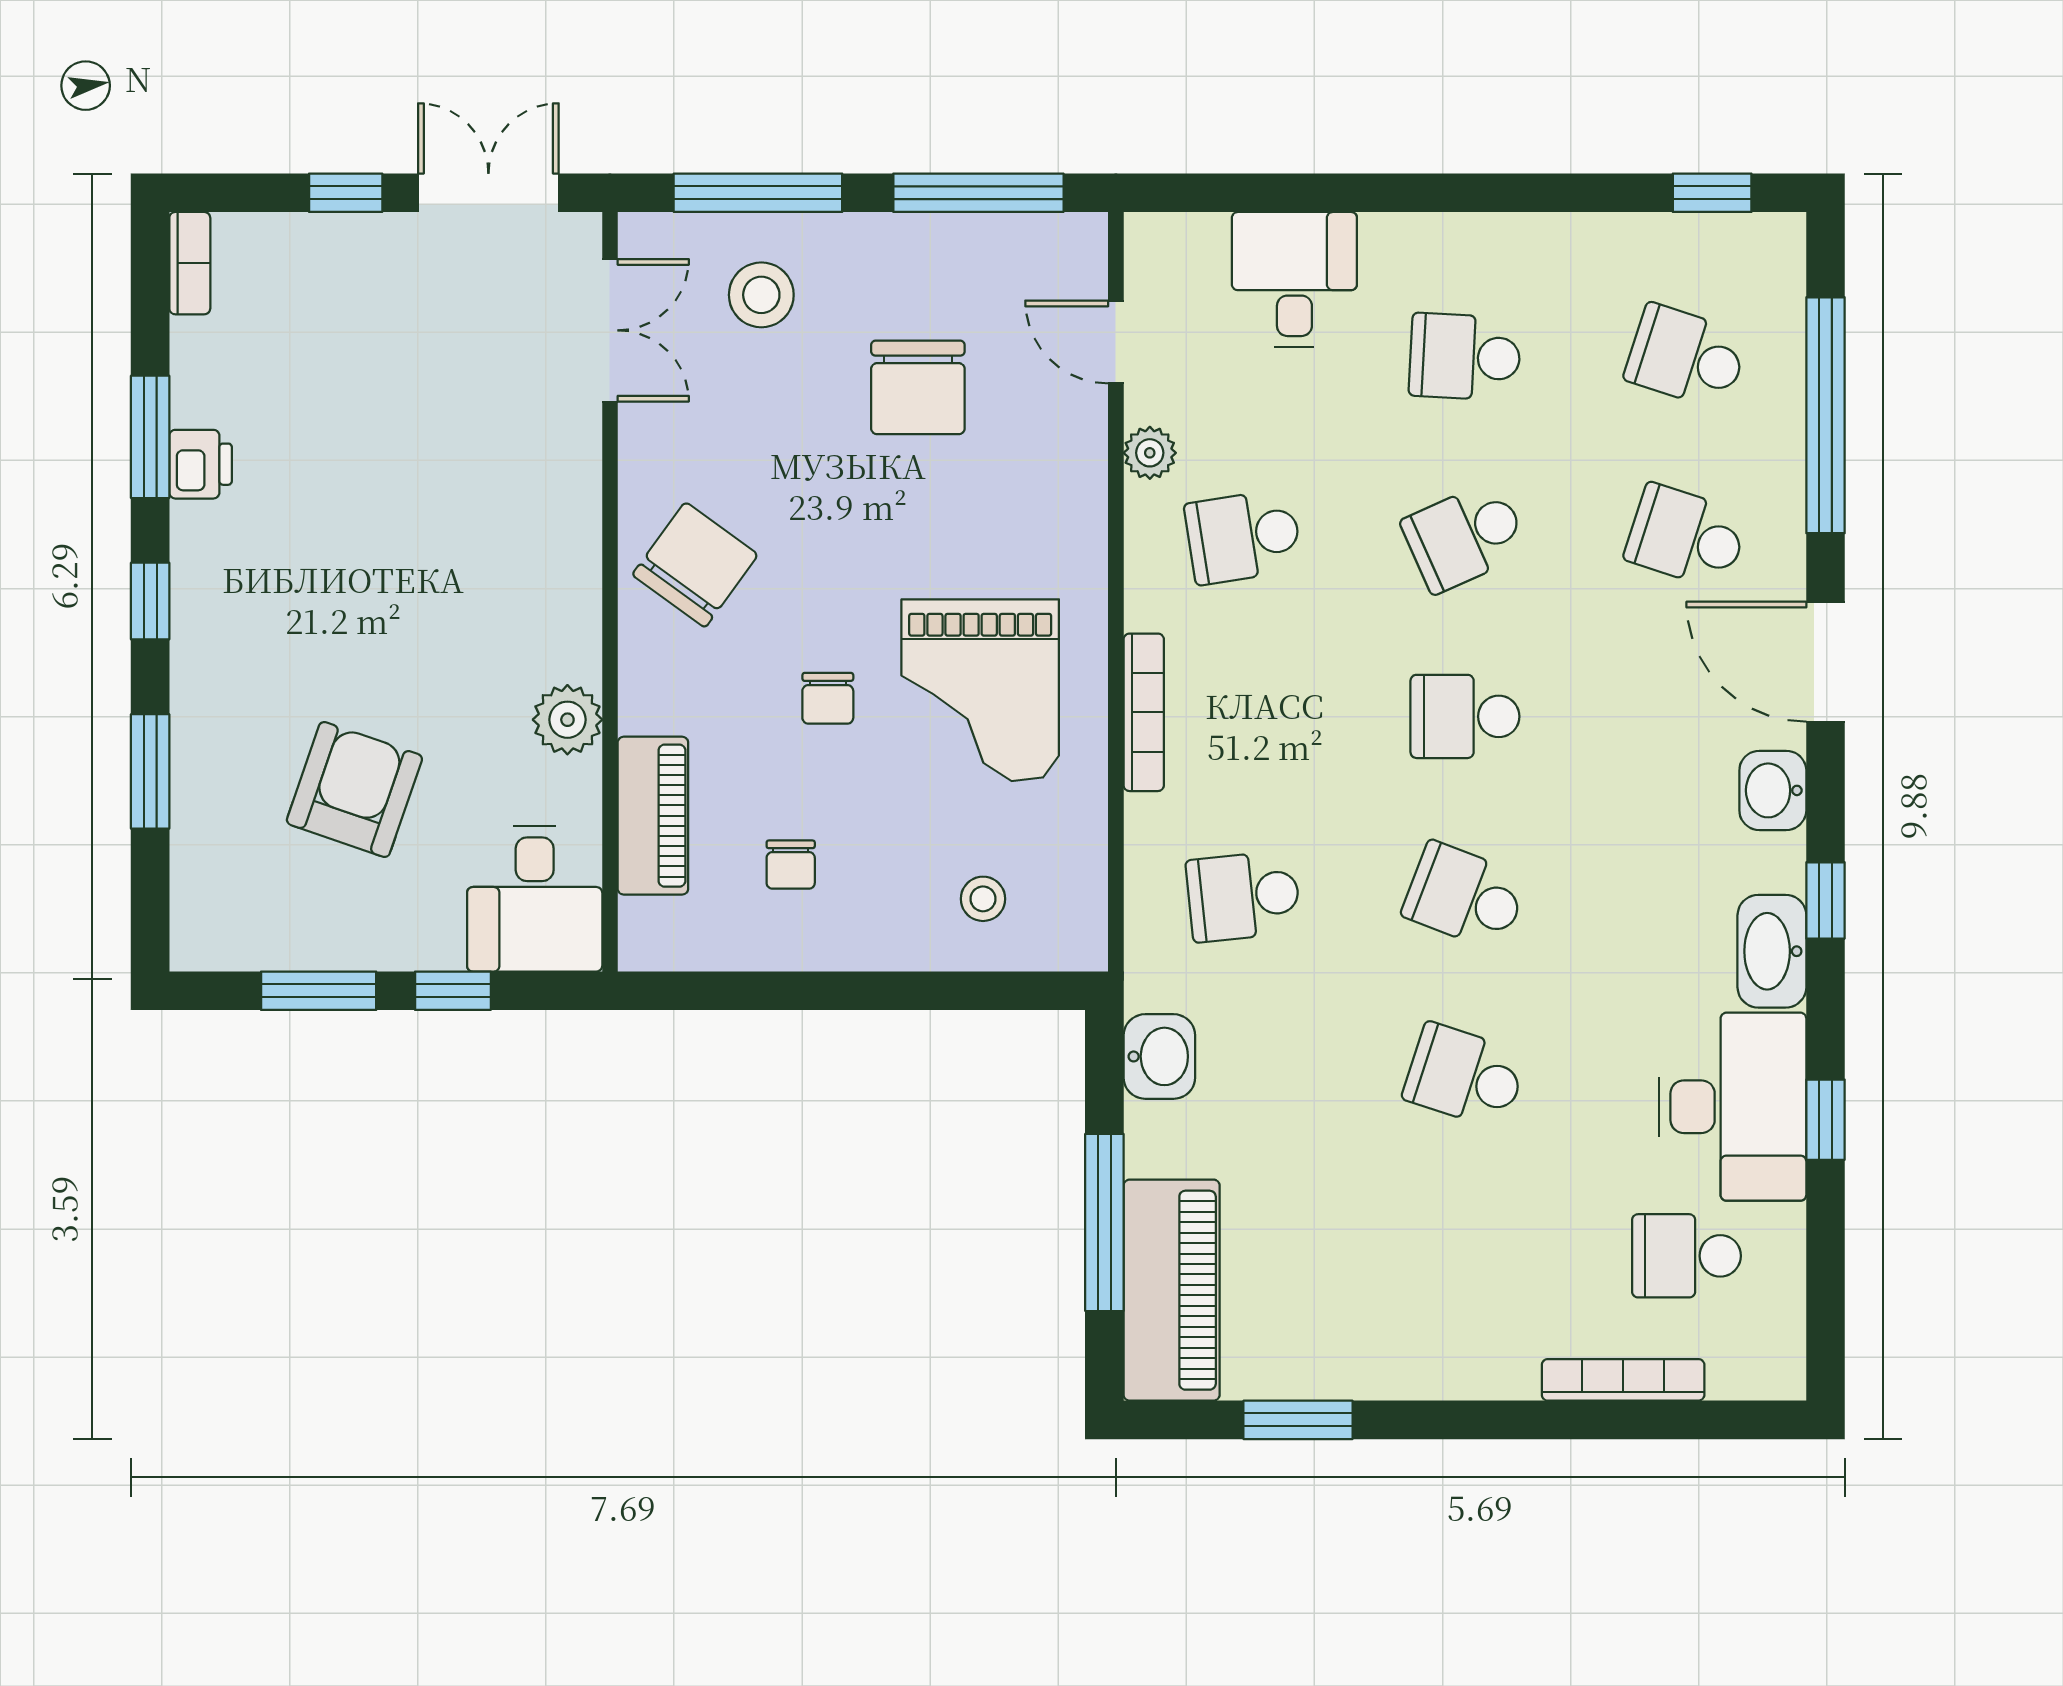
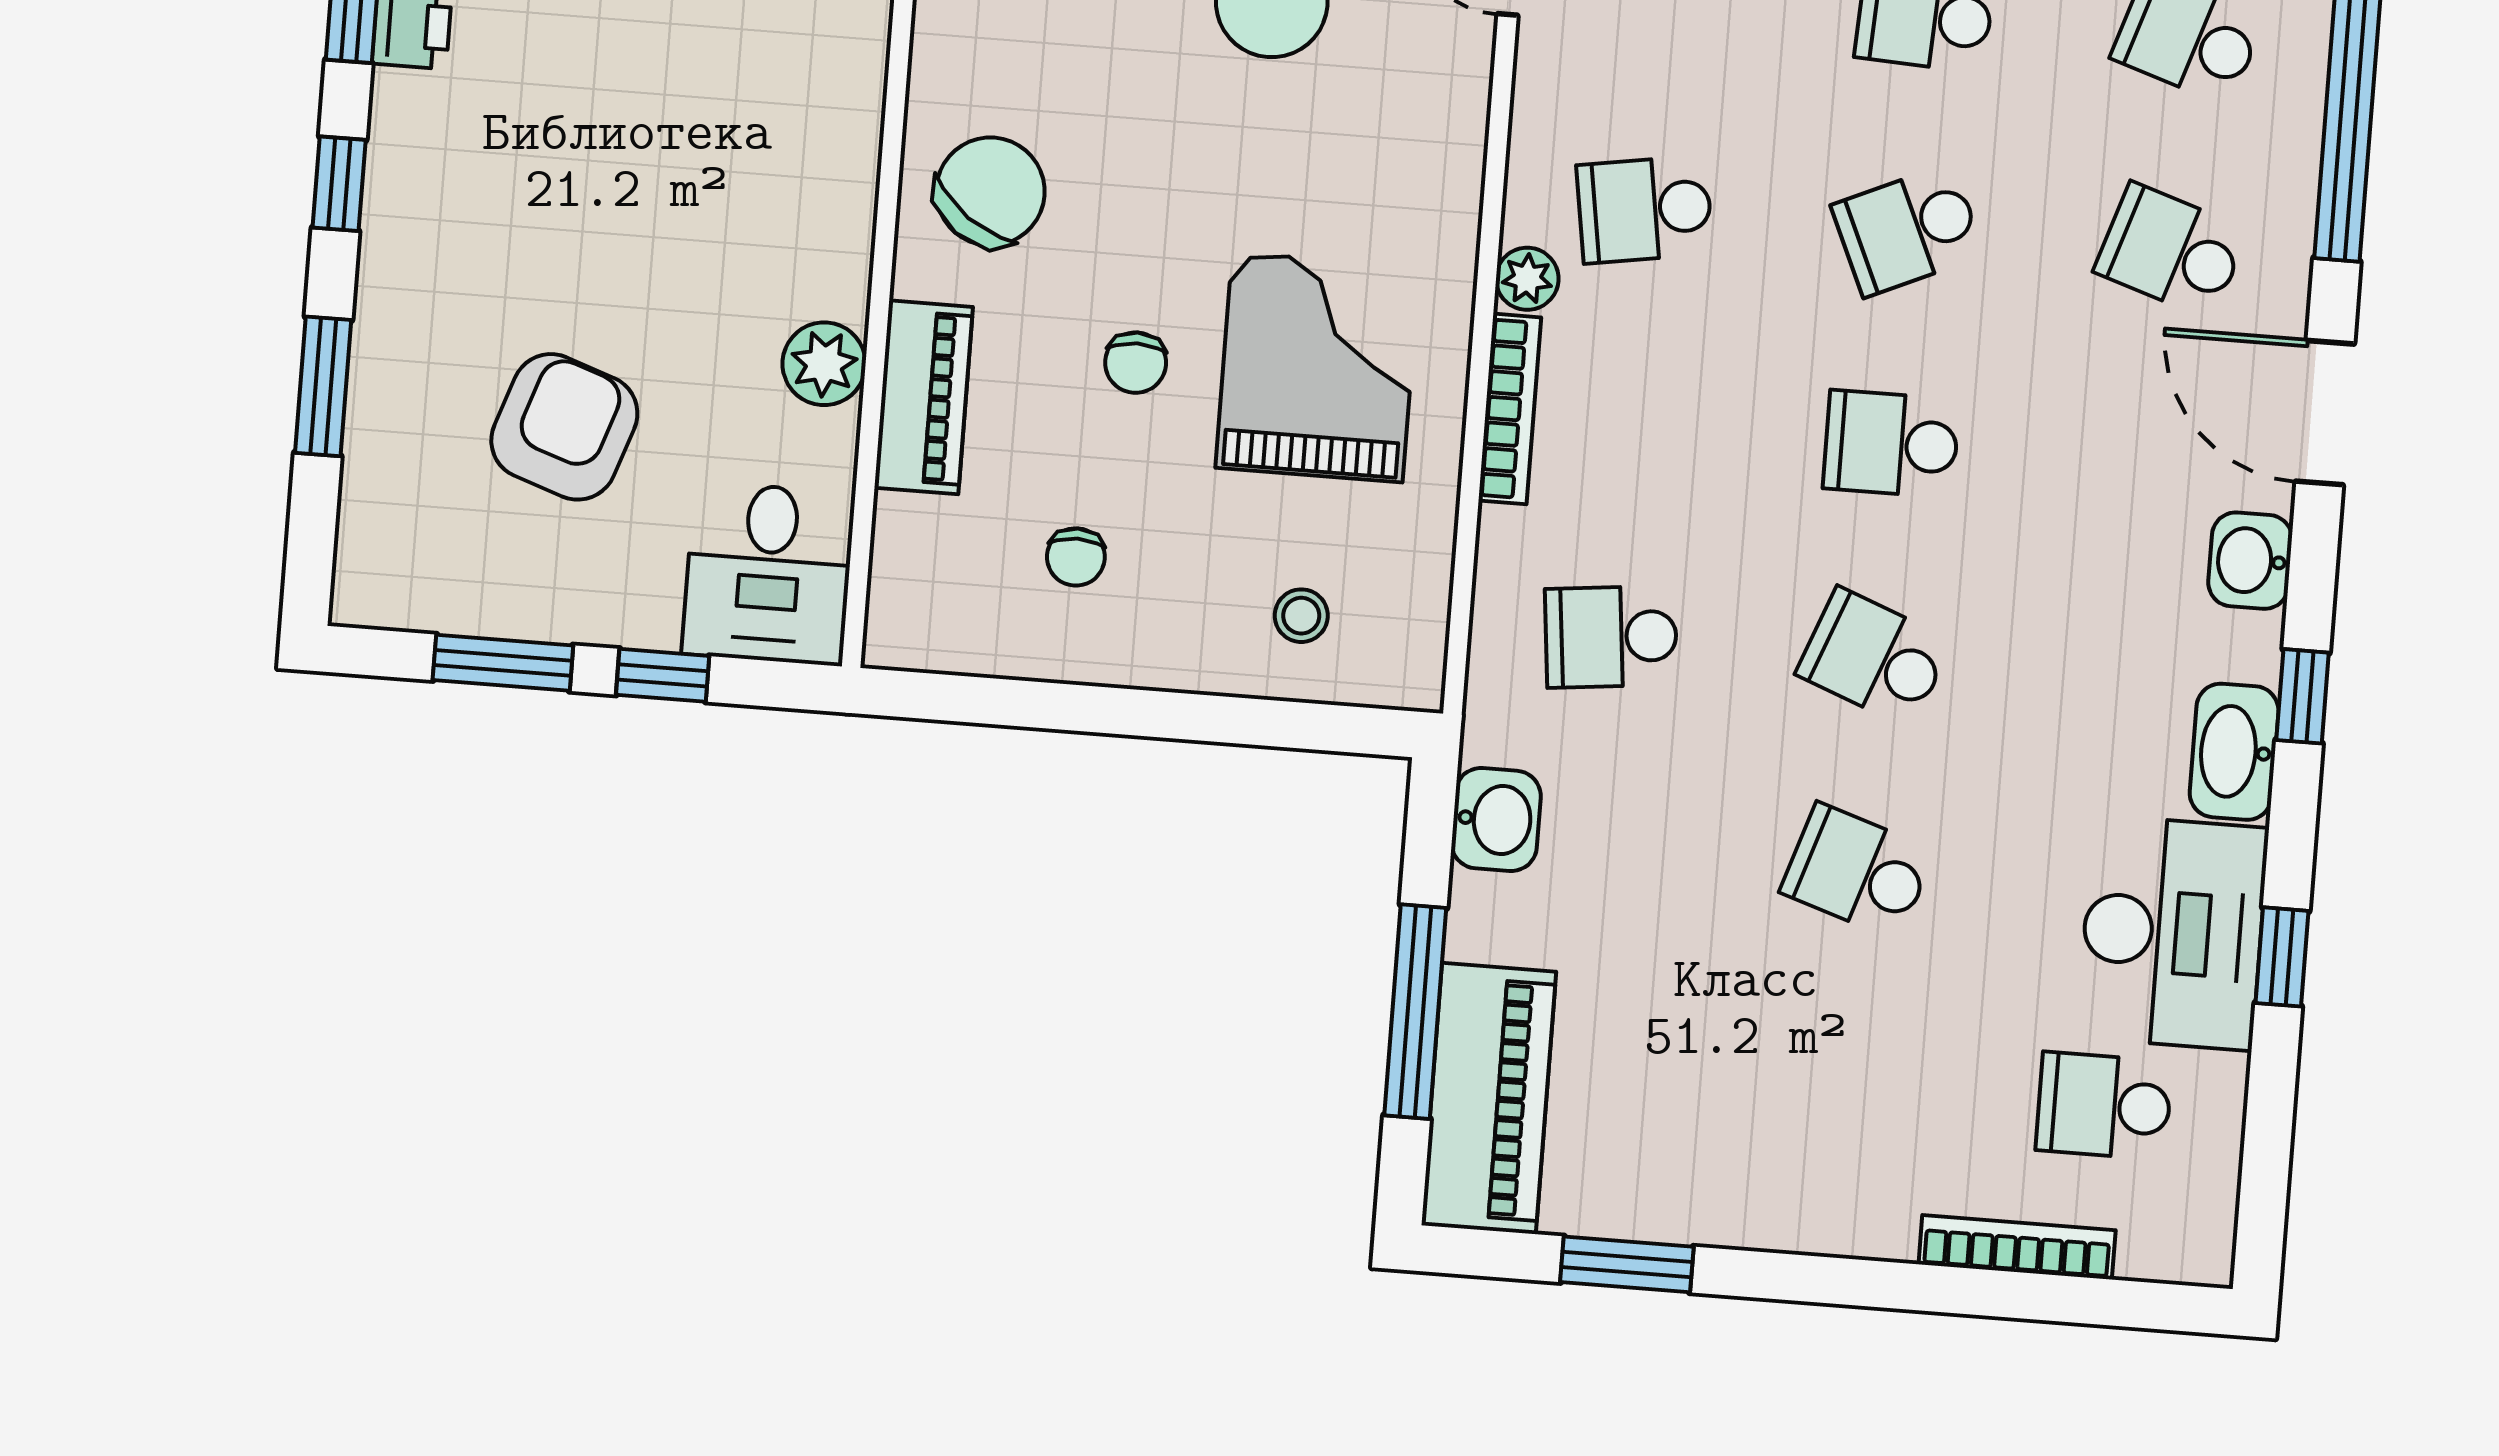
plant: (1150, 453) -> (1527, 279), moved
grand piano: (980, 690) -> (1317, 367), turned 180
piano: (653, 816) -> (924, 397), moved

